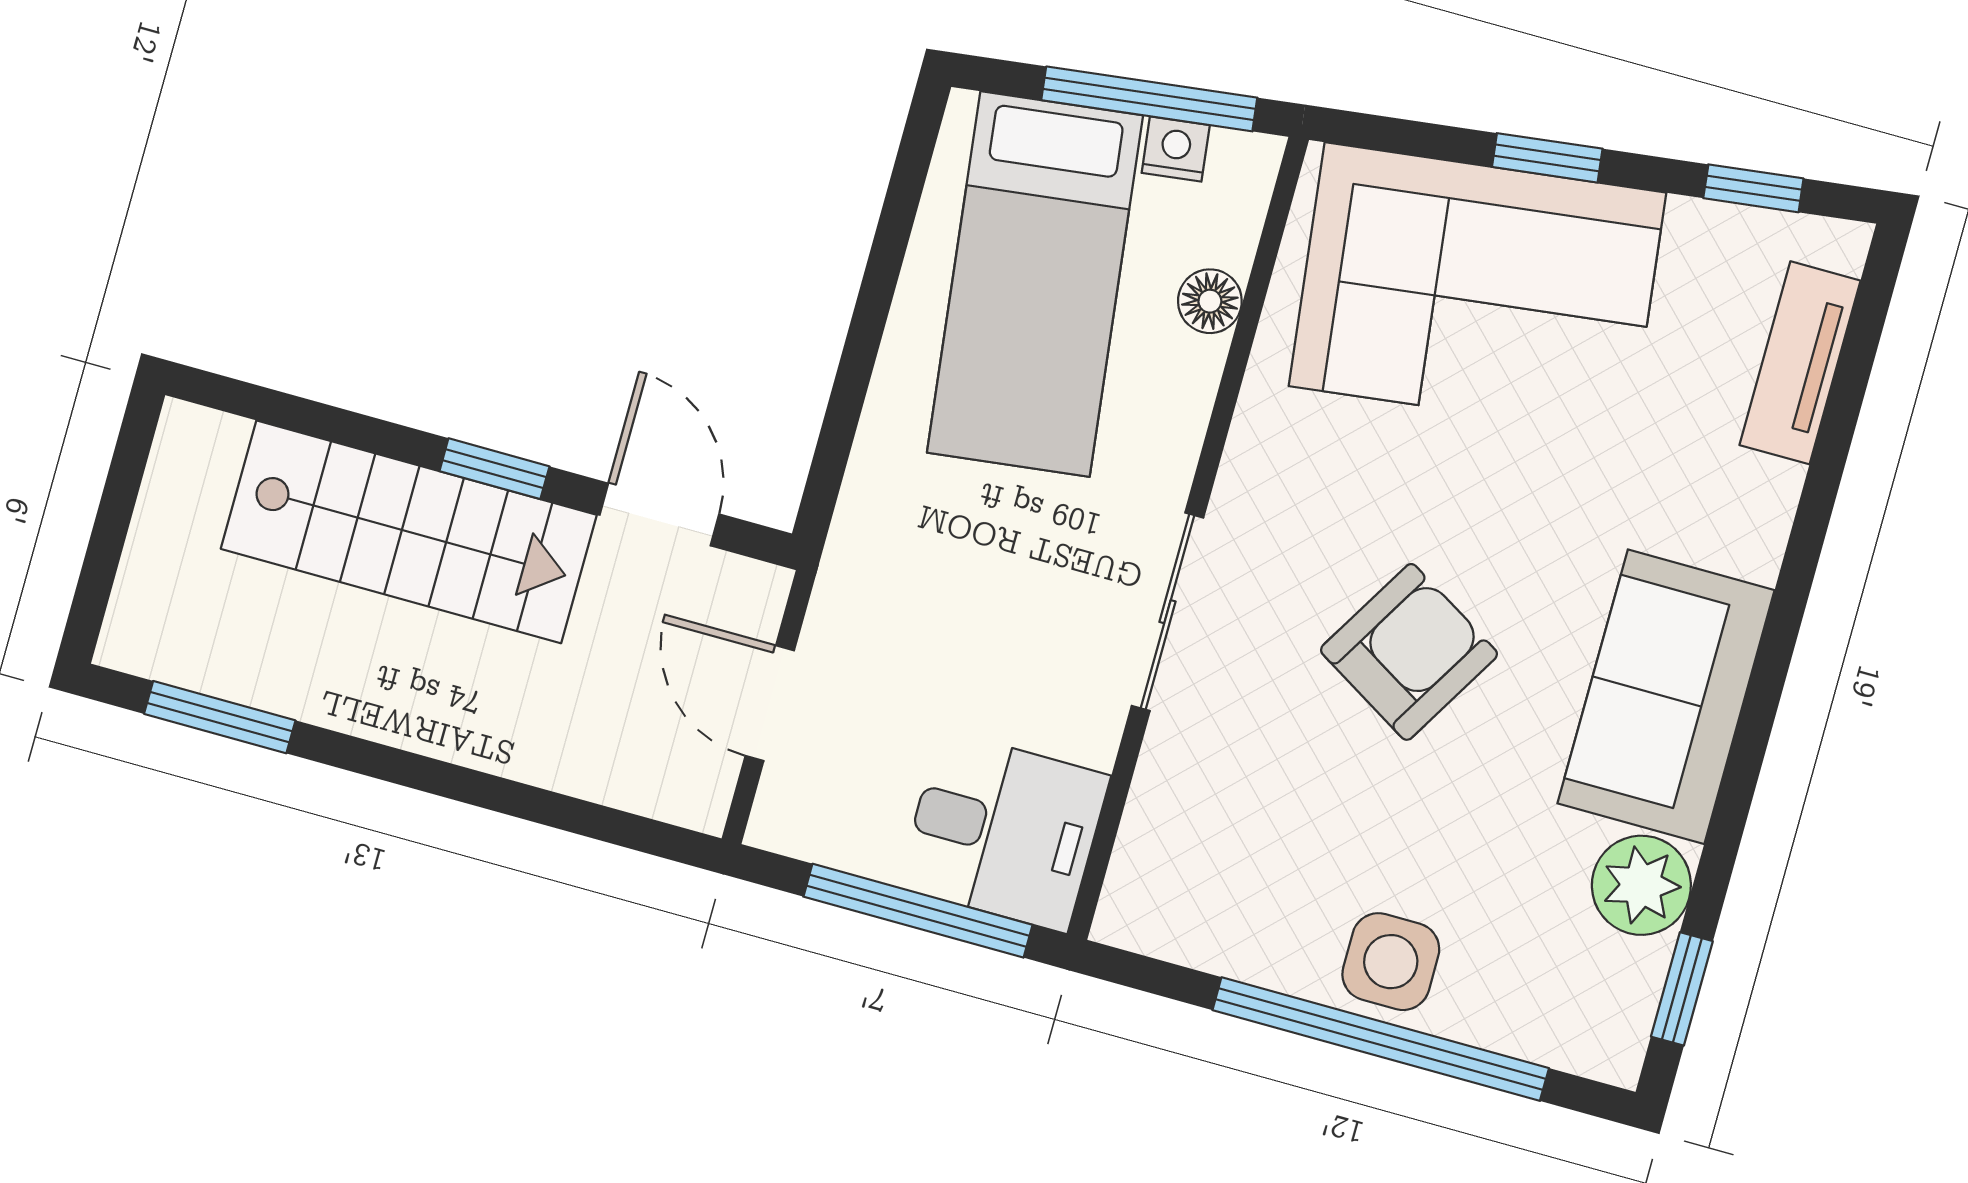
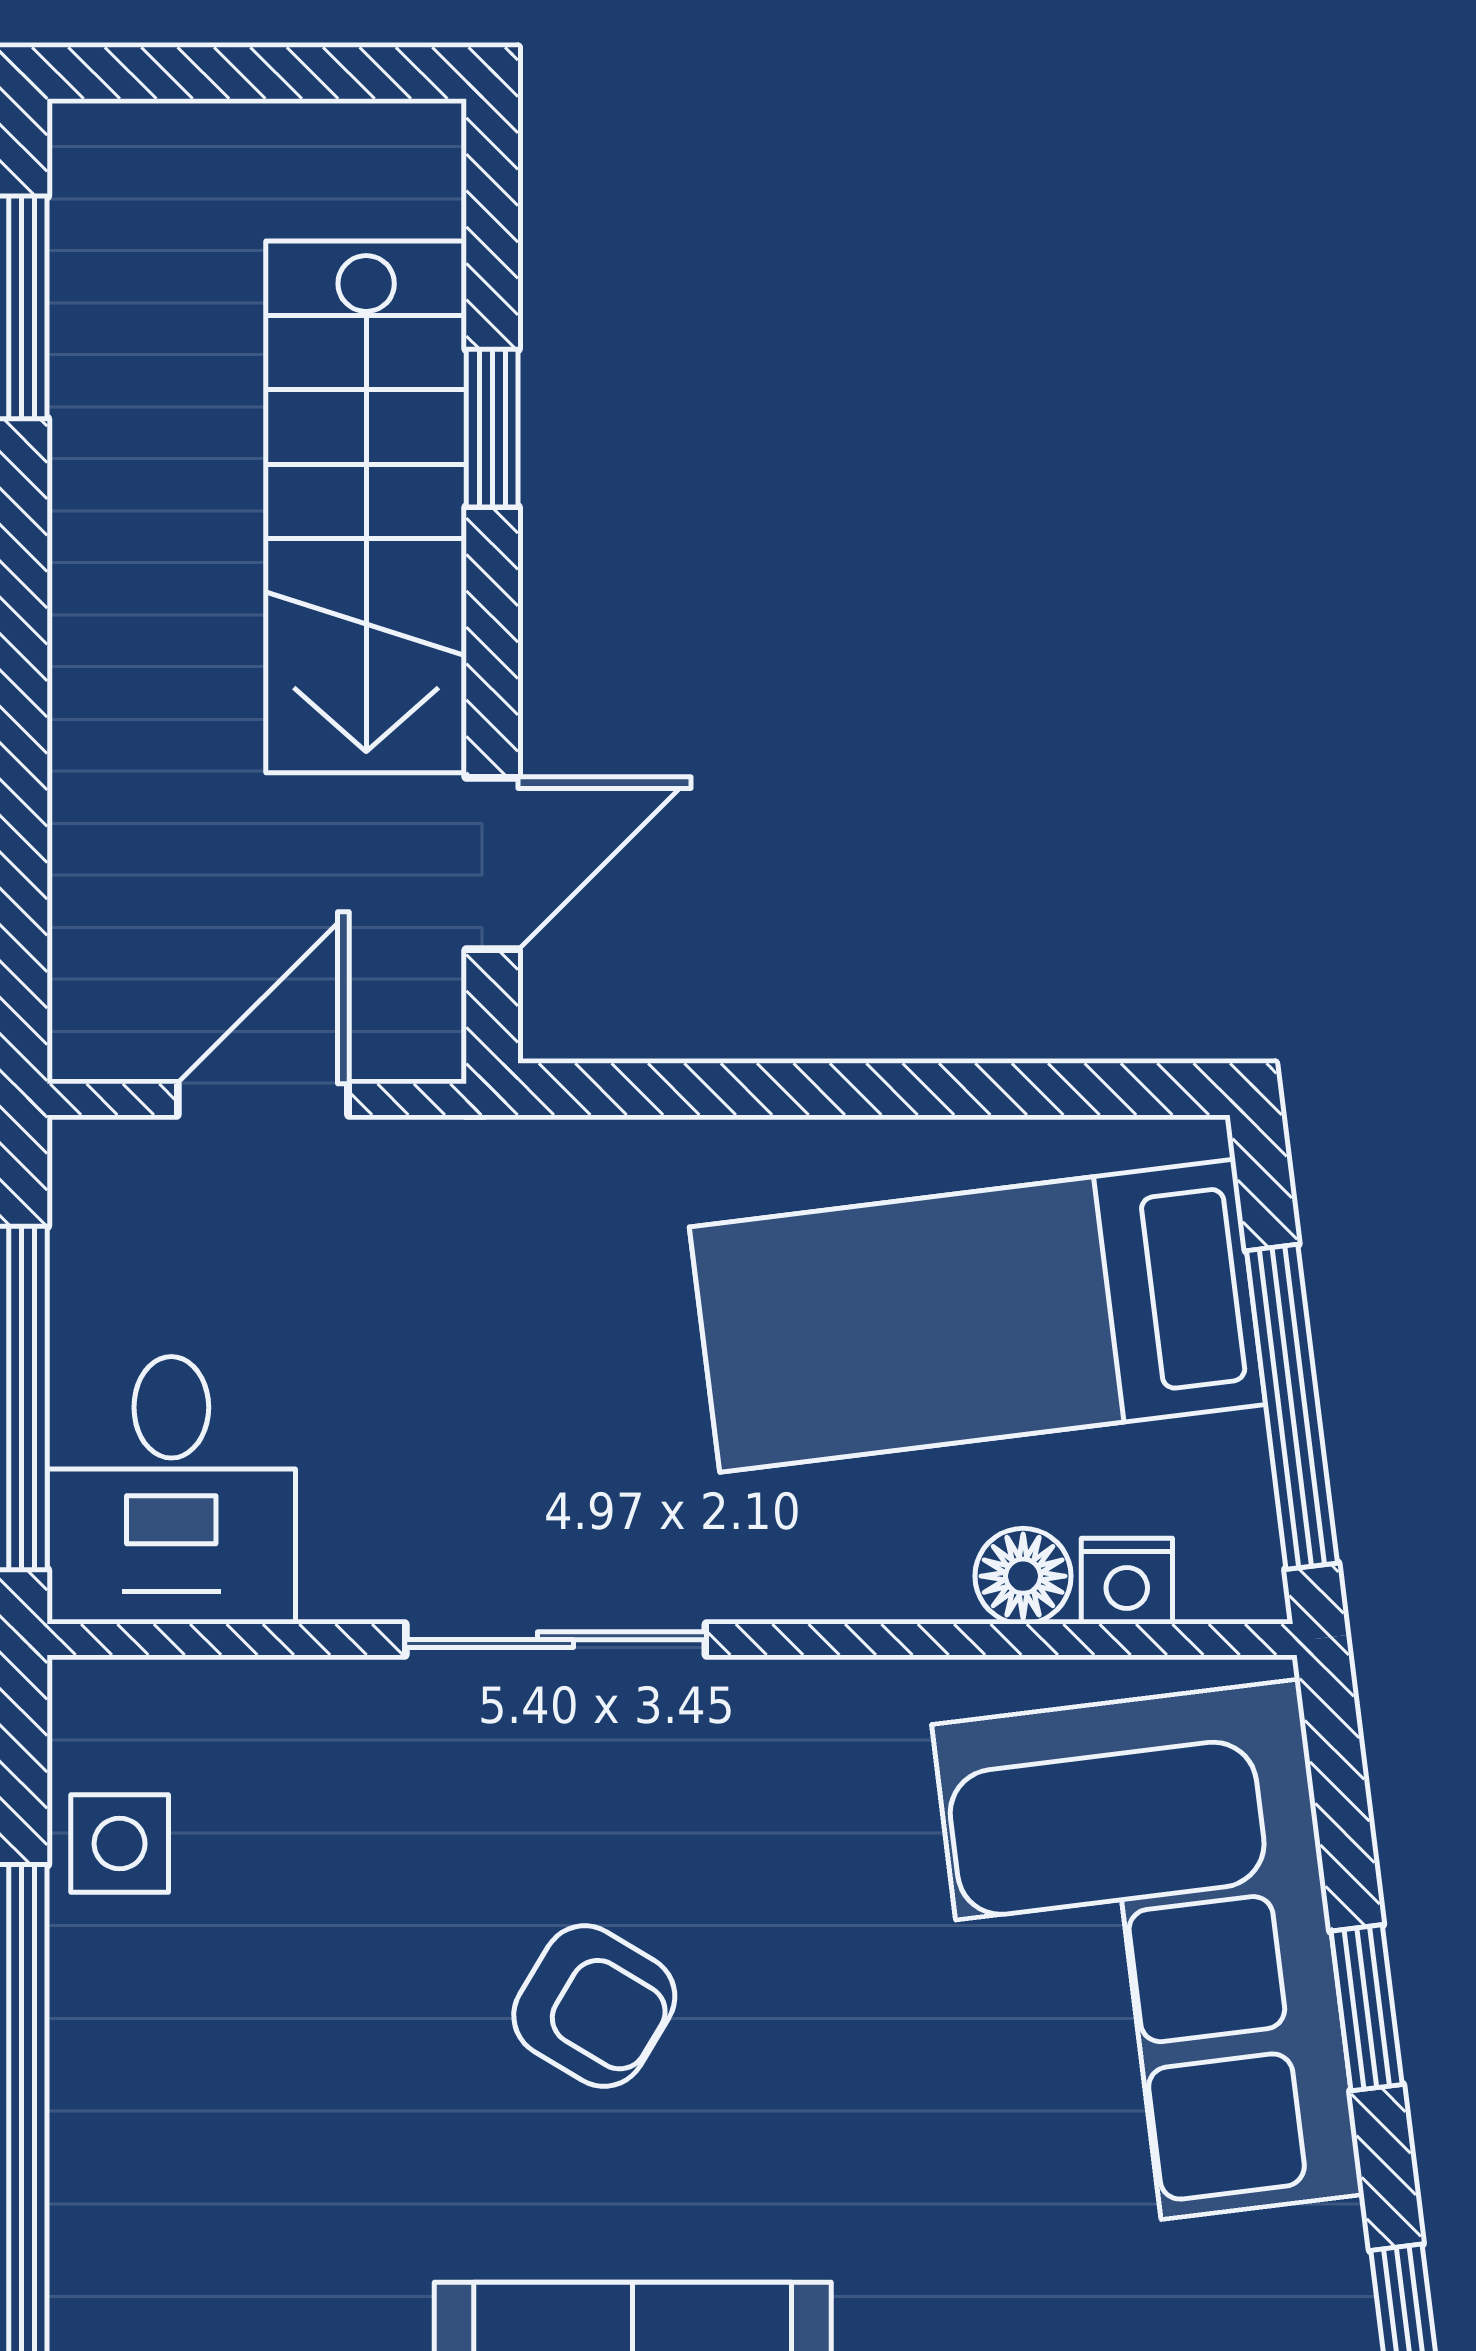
nightstand: (1176, 149) -> (1127, 1581), moved, turned 97
window: (494, 469) -> (492, 428), moved
armchair: (1409, 652) -> (594, 2006), width x0.72, depth x0.72
side table: (1391, 962) -> (120, 1844), moved, width x0.73, depth x0.73

